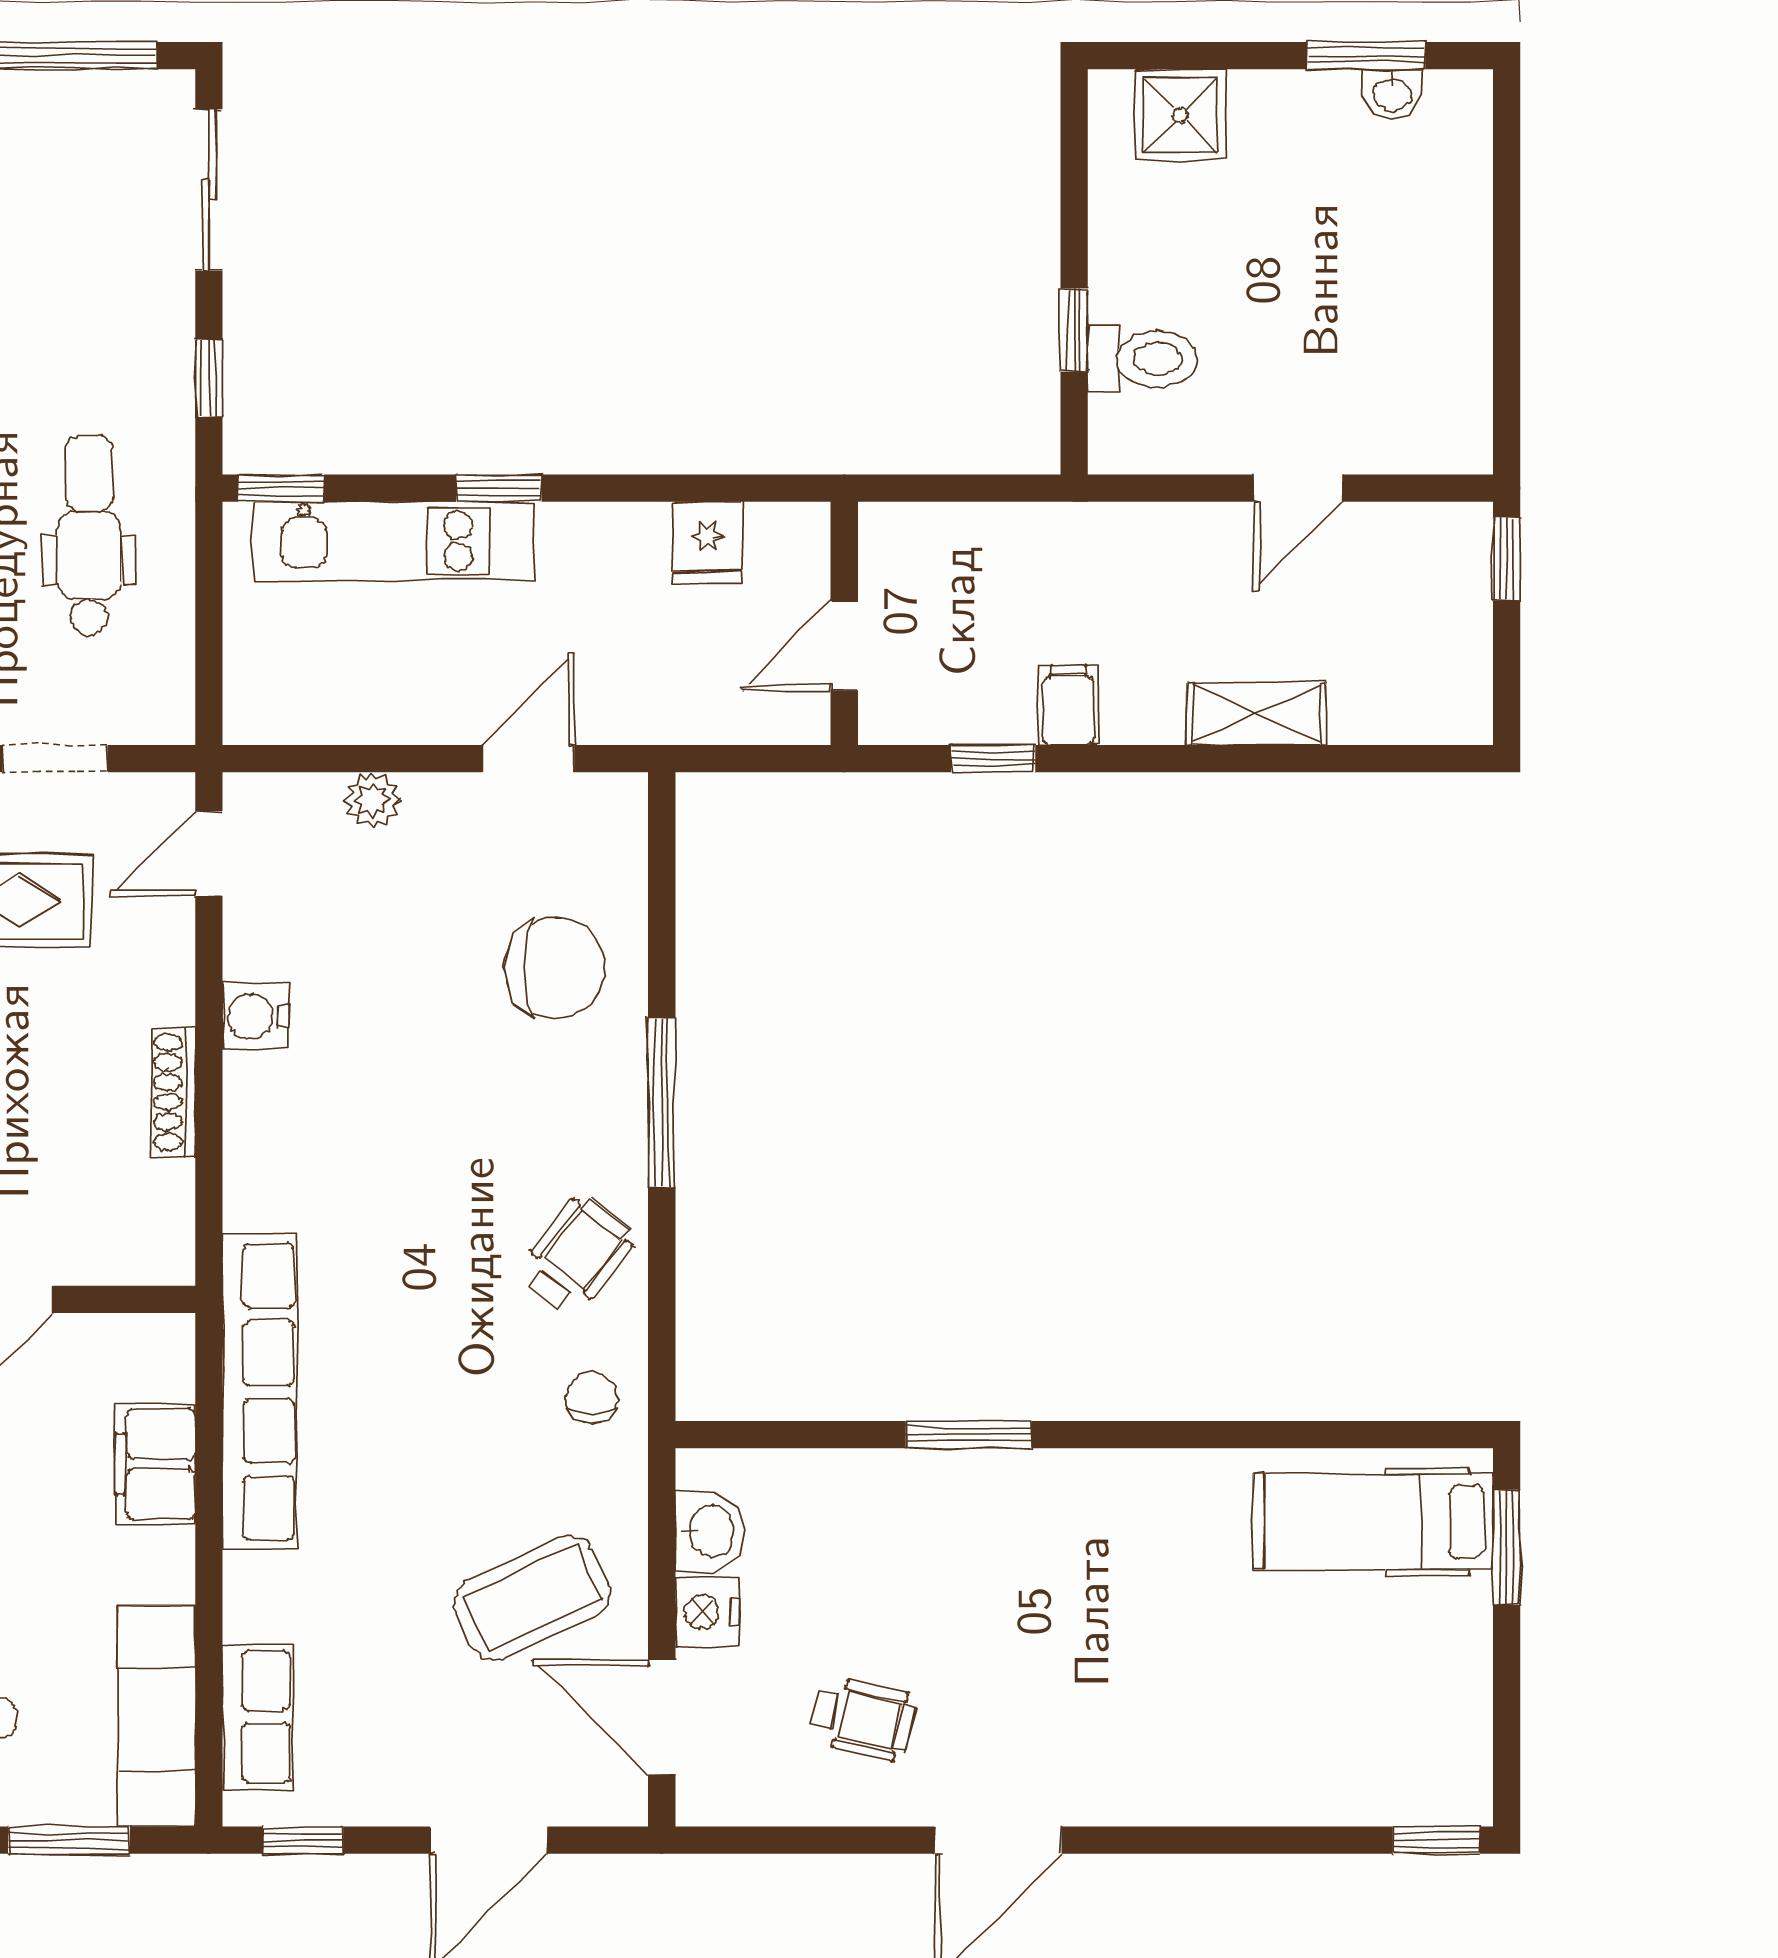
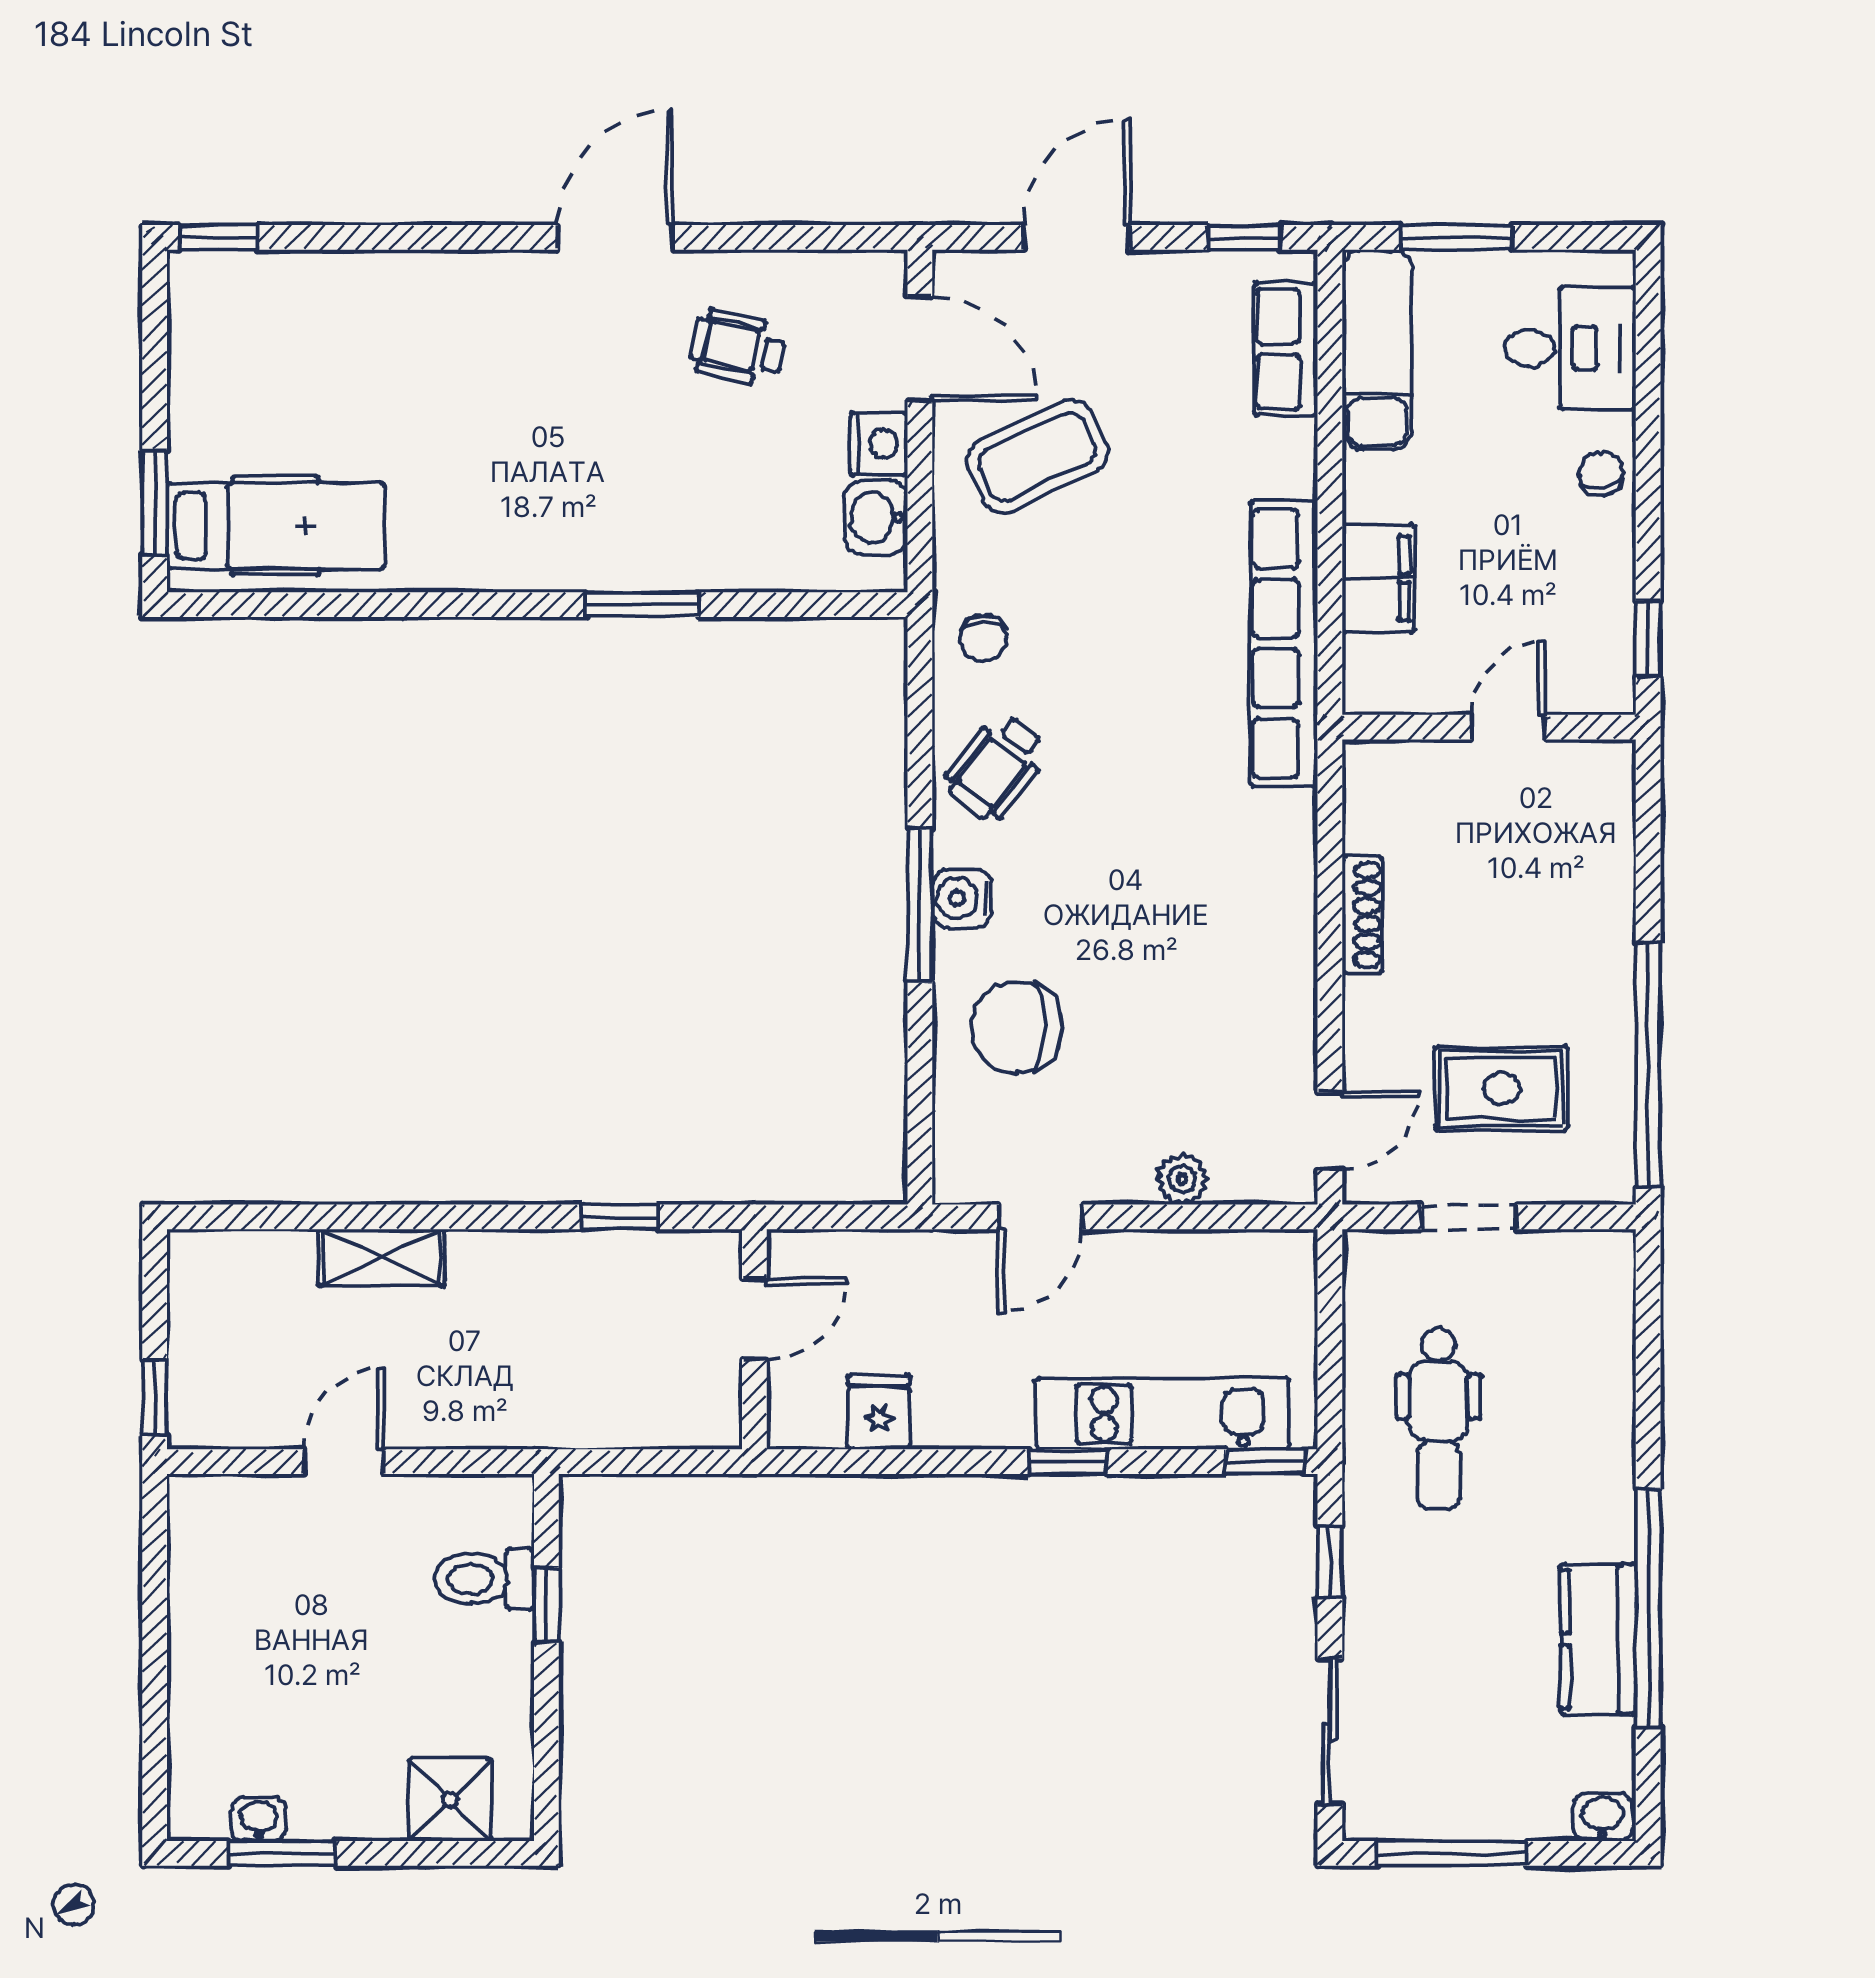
filing cabinet: (1068, 705) -> (552, 1265), removed
water cooler: (255, 1016) -> (962, 898), moved, turned 180

